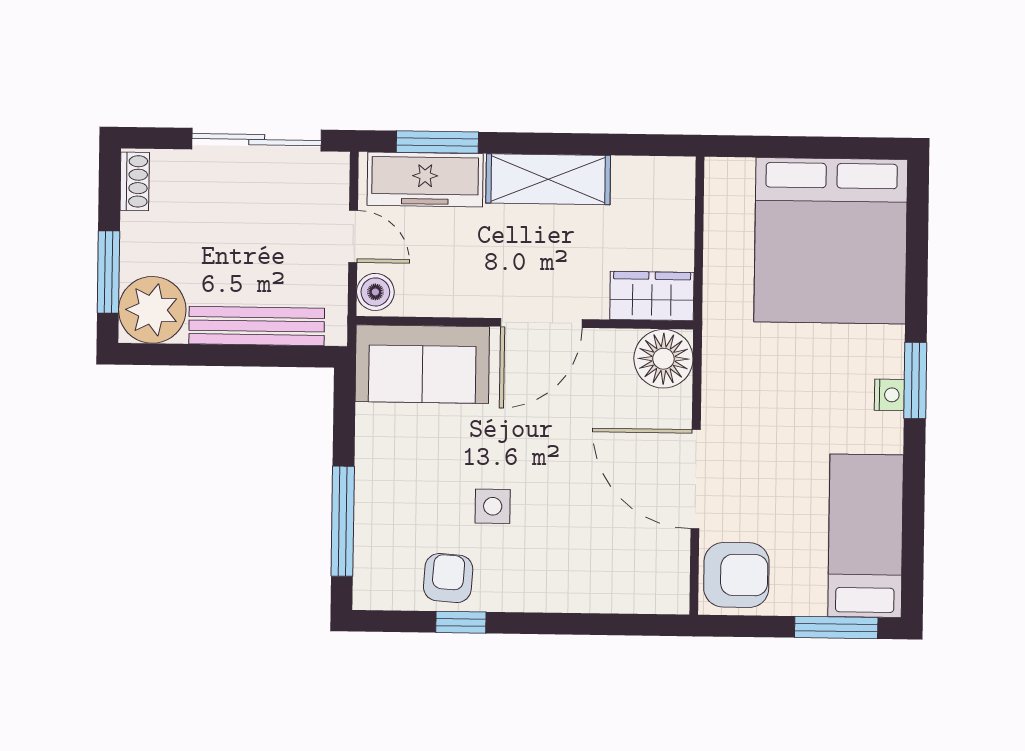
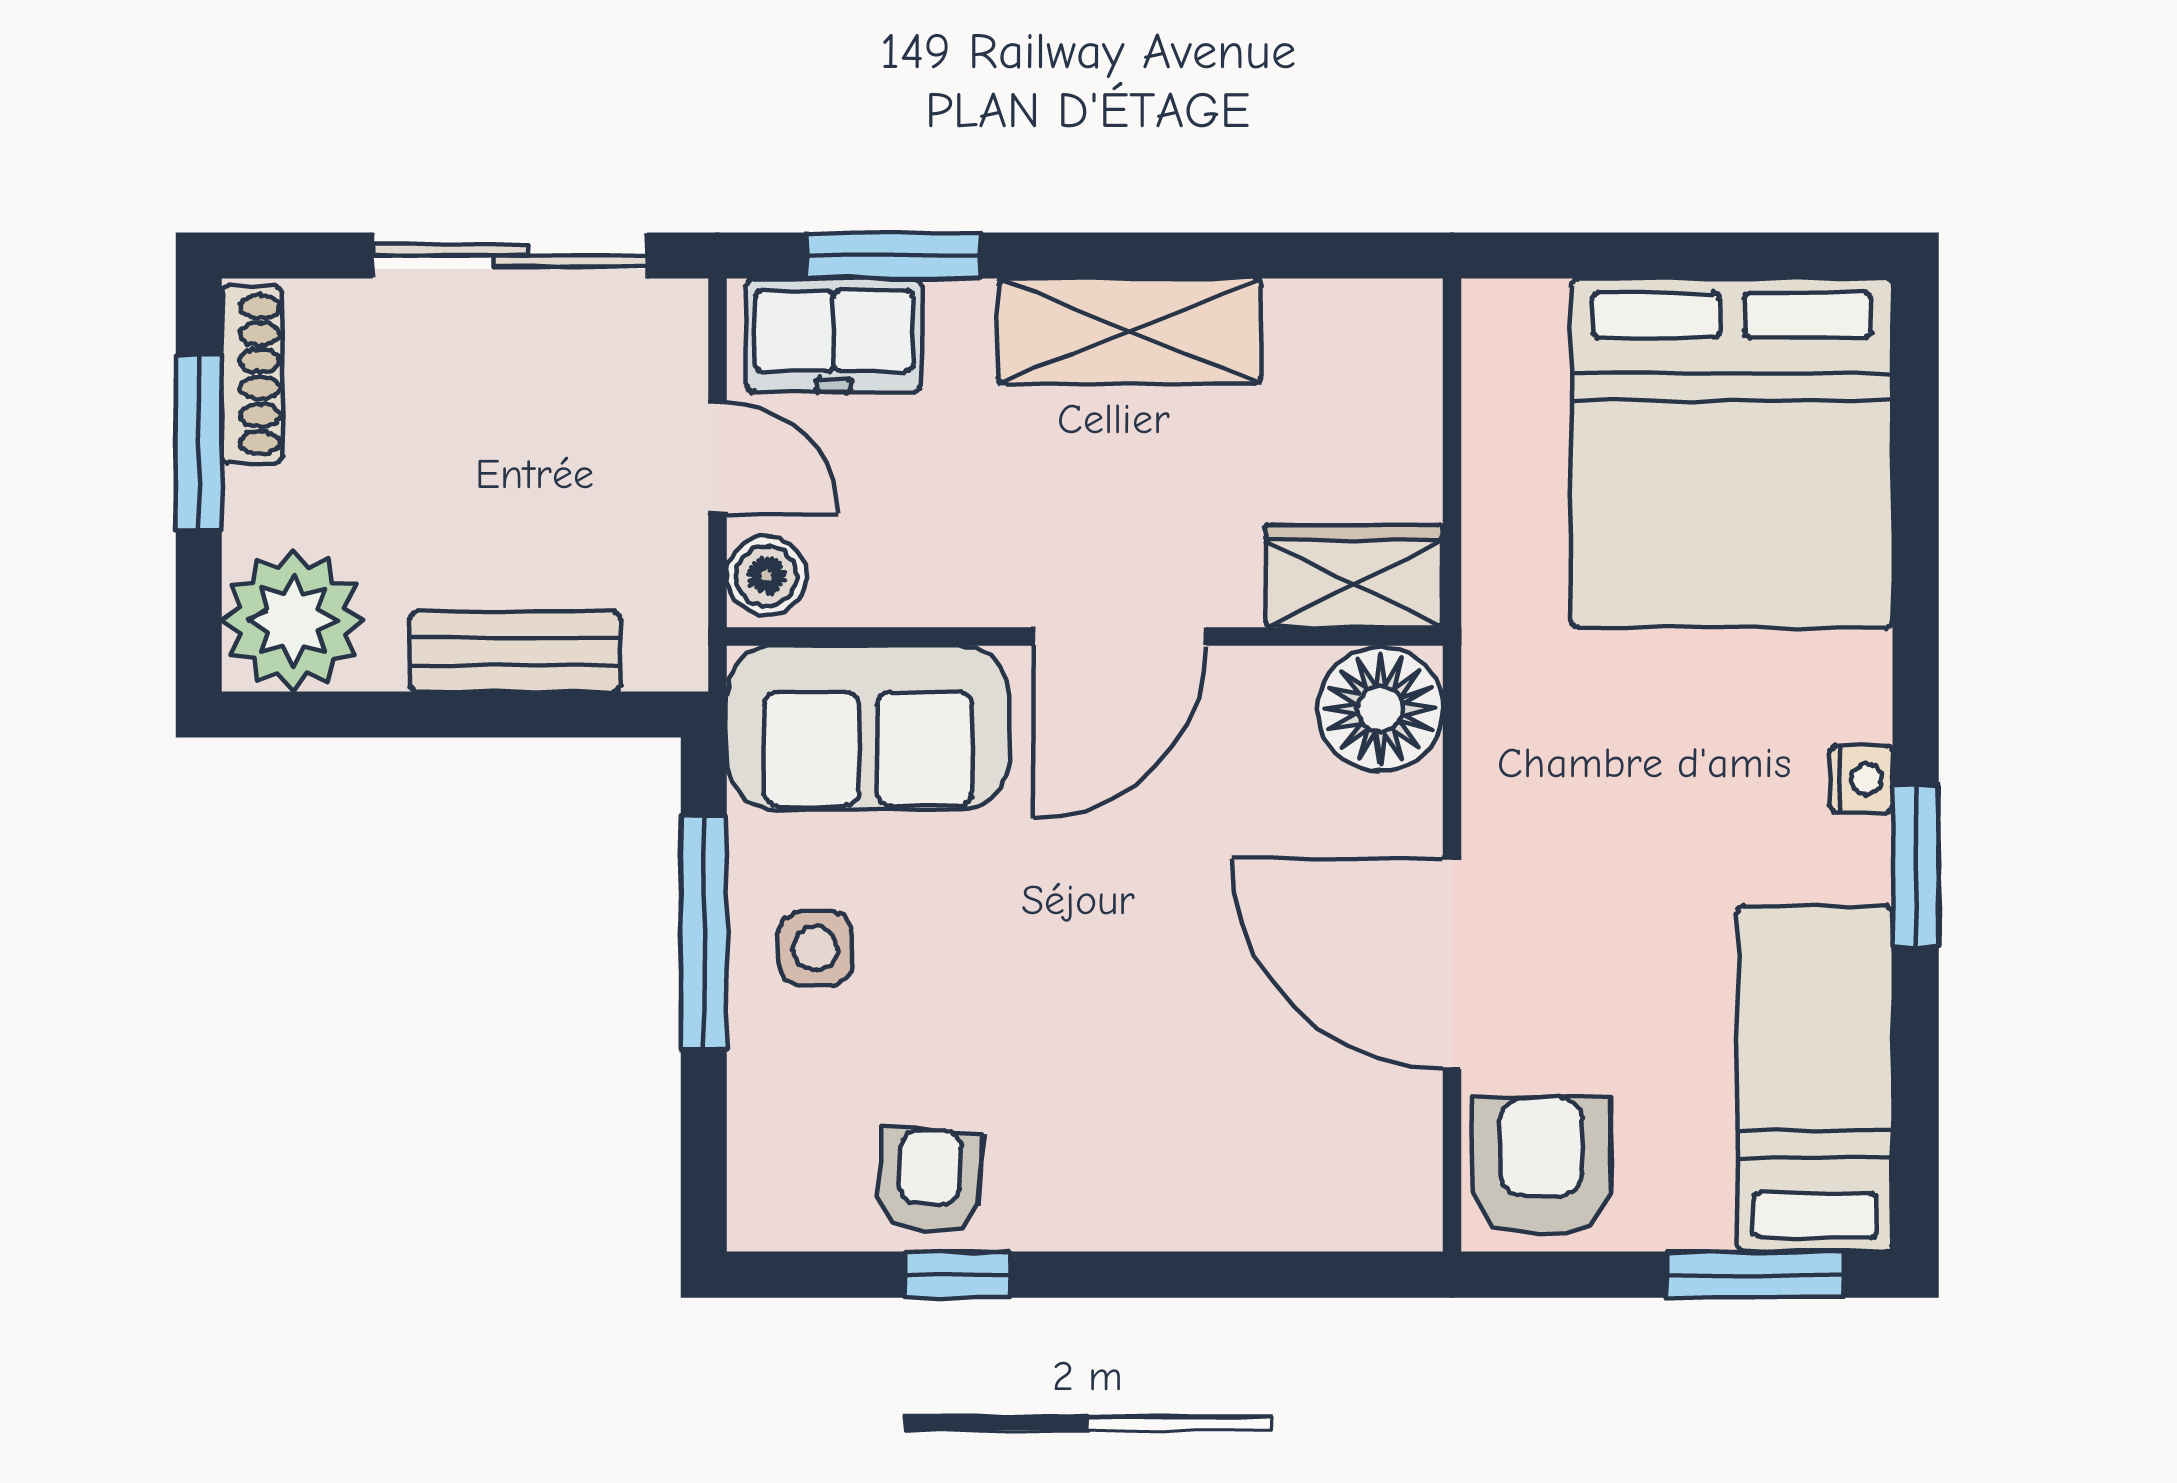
freezer: (425, 179) -> (834, 335), width x0.71
shoe rack: (135, 181) -> (252, 374), width x1.43
window: (108, 272) -> (199, 442), moved
bench: (257, 326) -> (515, 651), width x0.73
window: (915, 380) -> (1916, 866), moved
side table: (493, 506) -> (815, 949), moved
window: (343, 521) -> (704, 932), moved
armchair: (736, 575) -> (1541, 1166), turned -90

